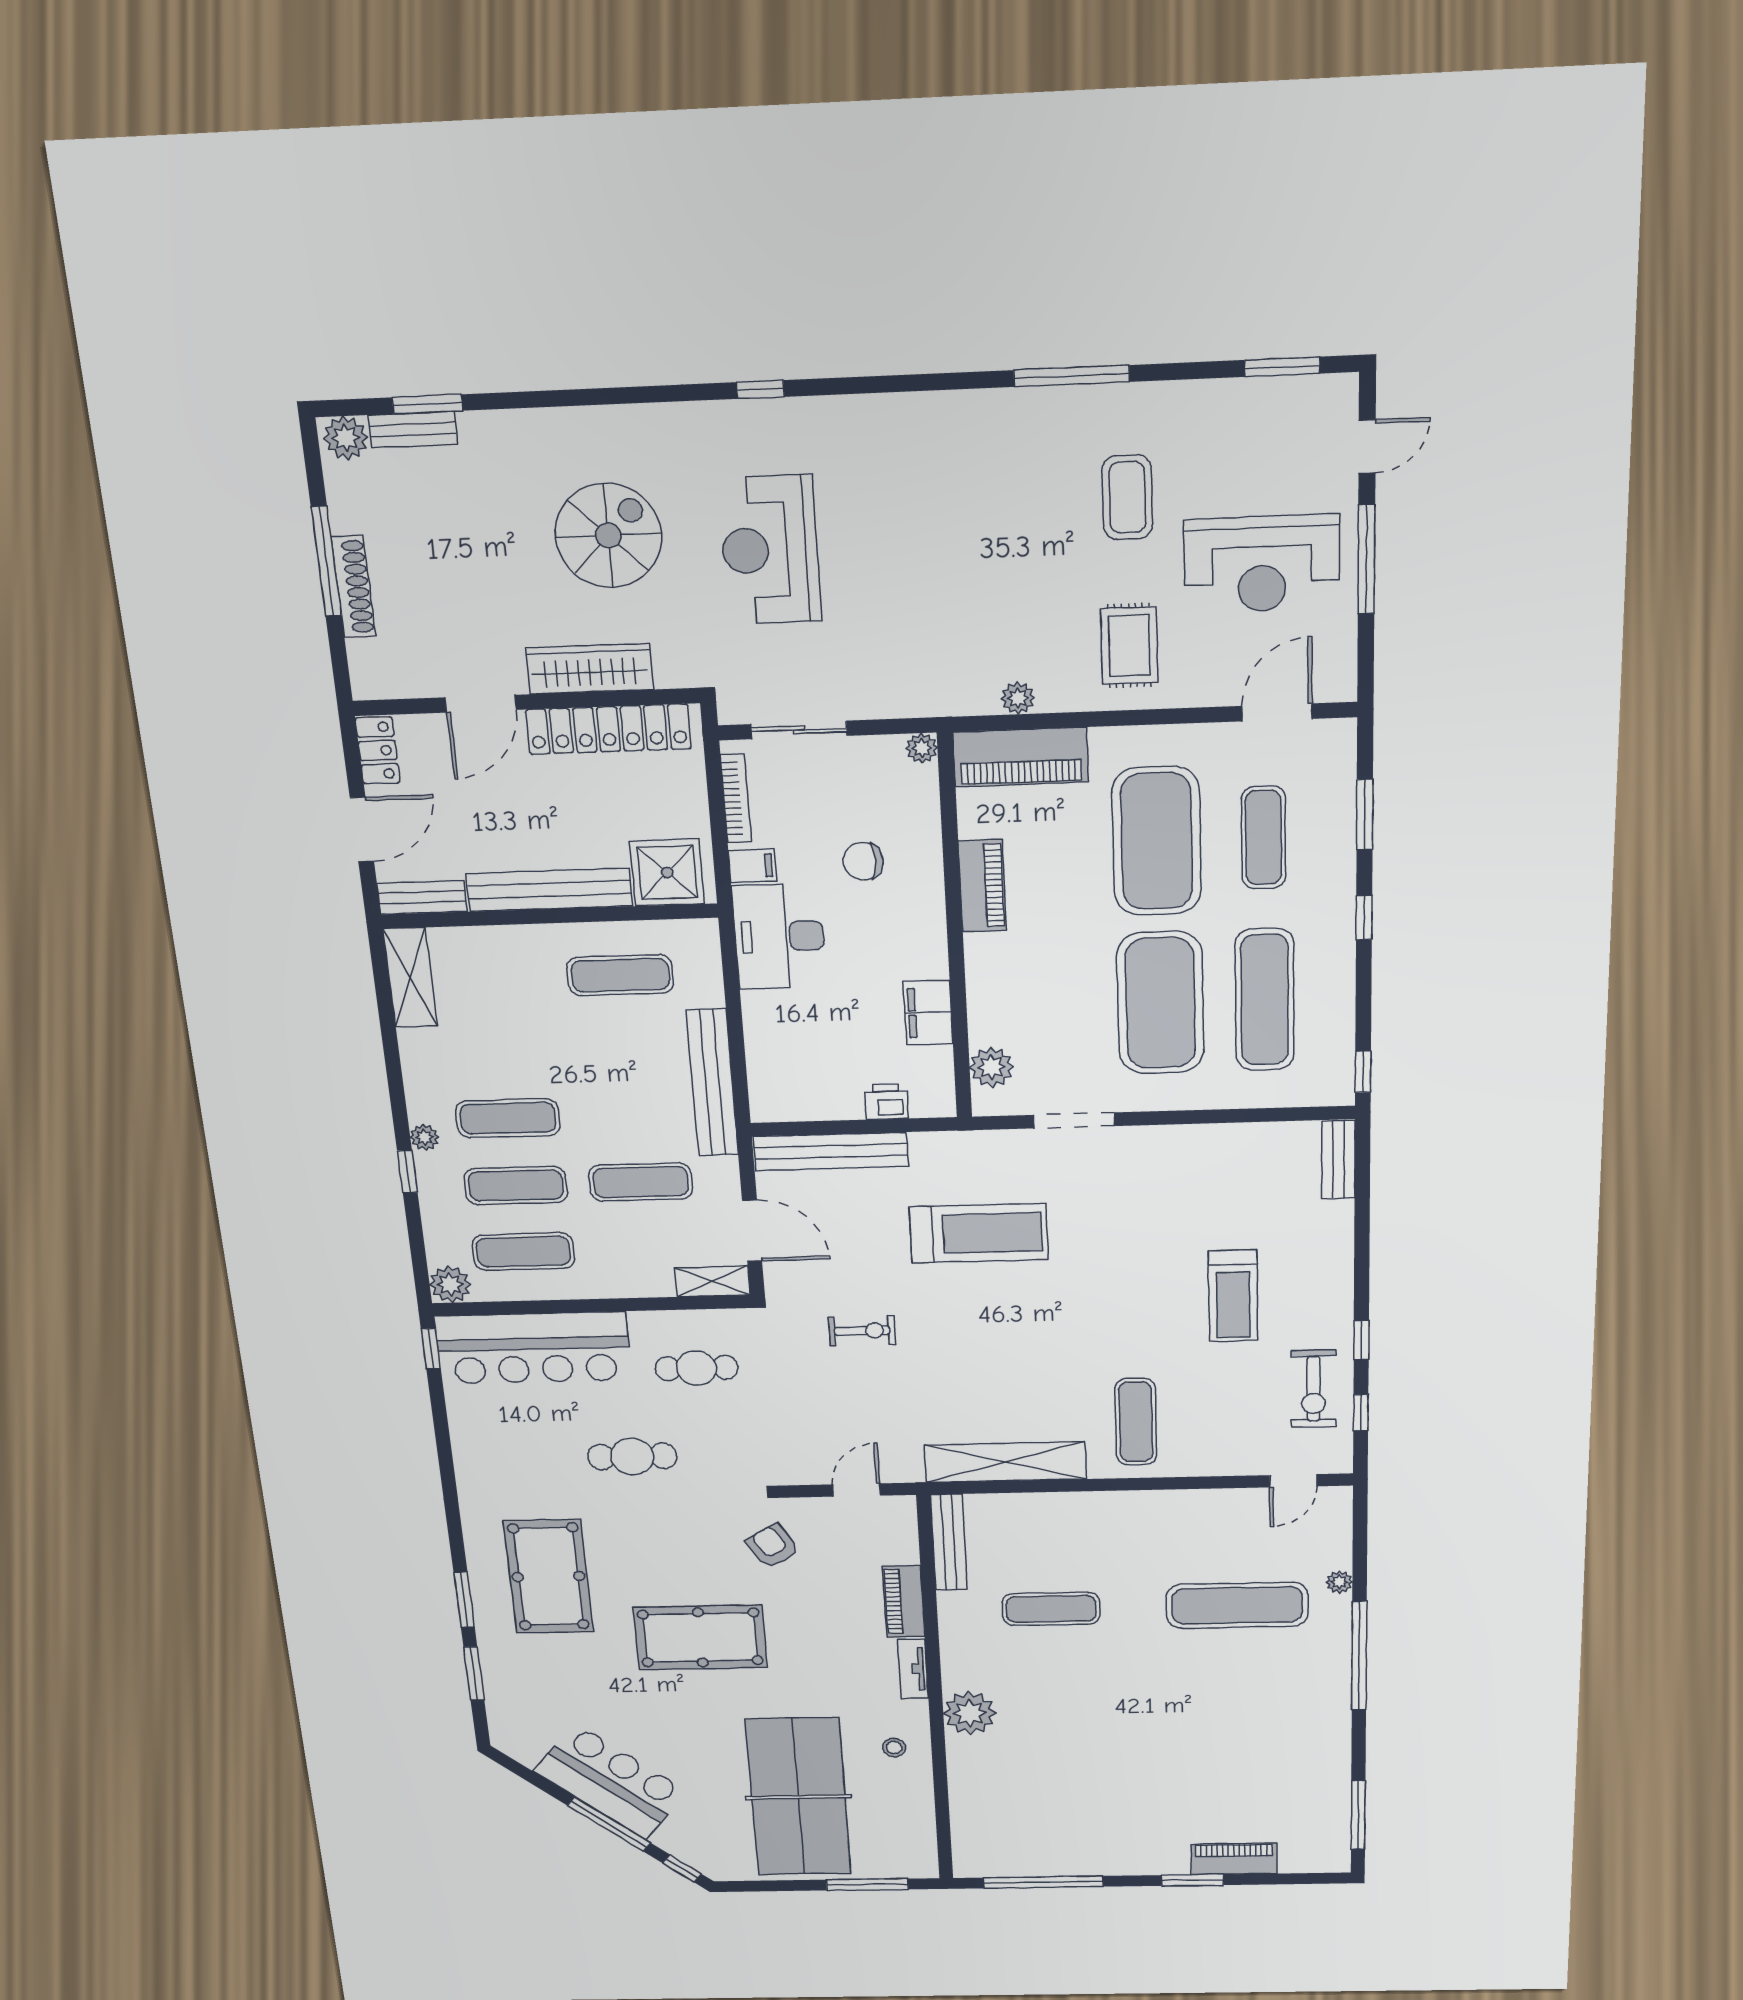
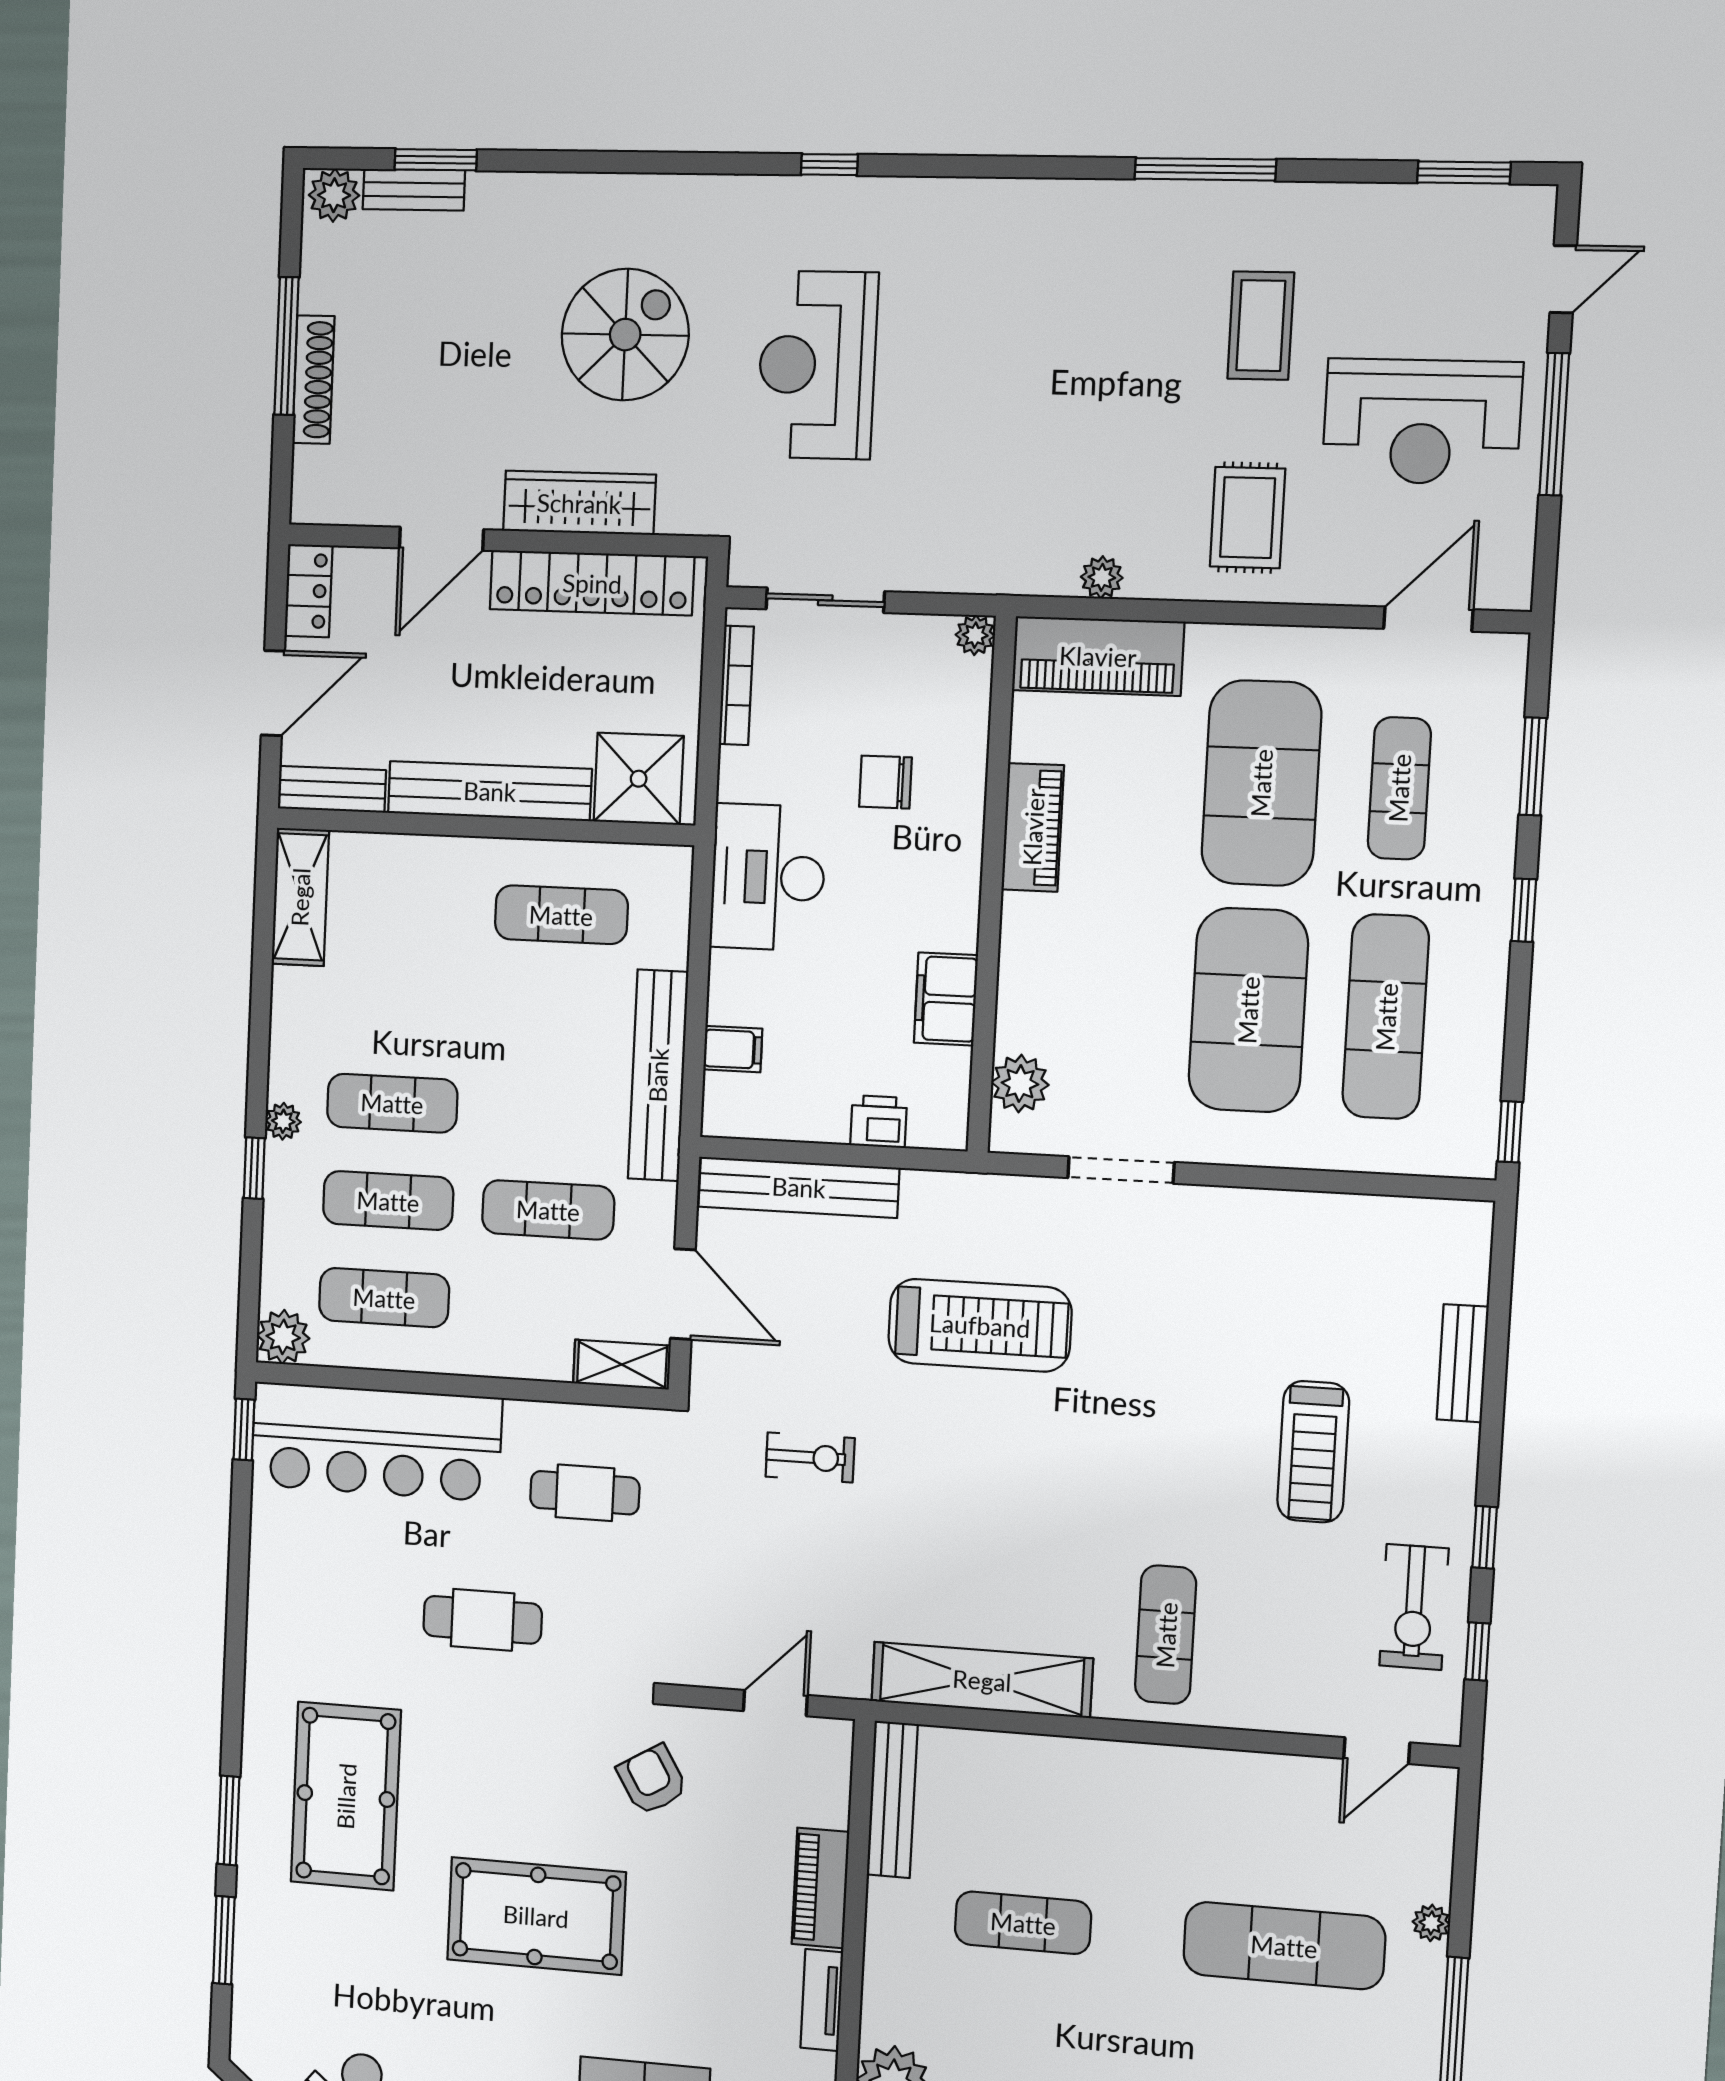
filing cabinet: (752, 866) -> (733, 1049), moved
bench: (1338, 1160) -> (1463, 1363), moved

